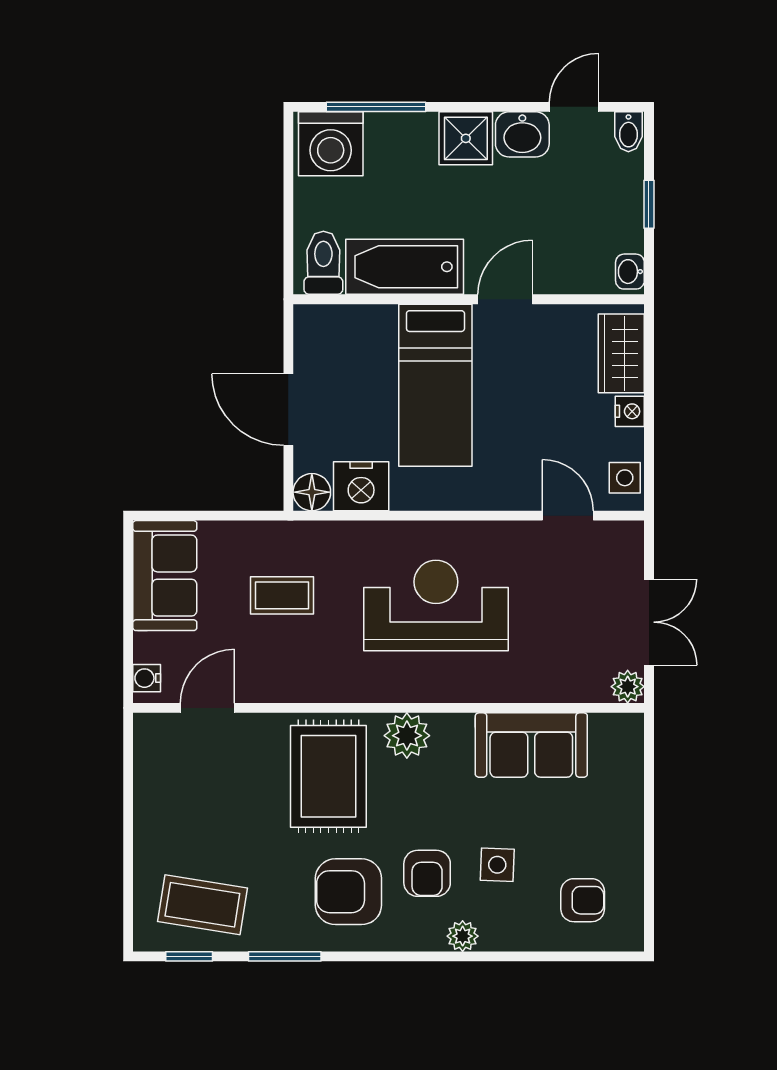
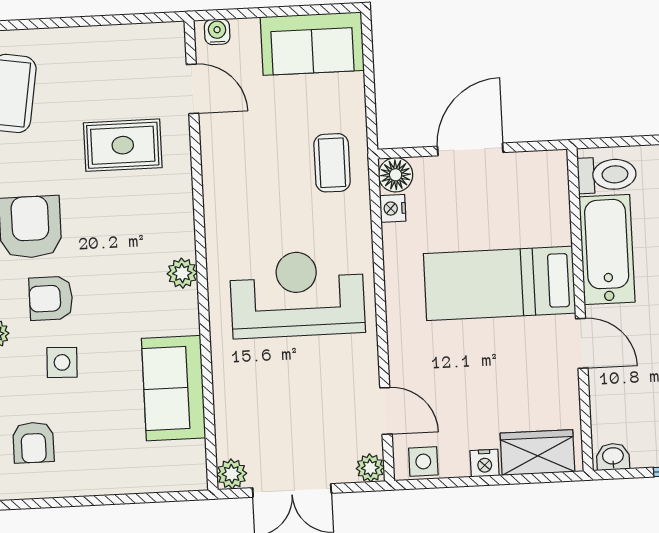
nightstand: (361, 486) -> (393, 208), width x0.53, depth x0.56
door: (568, 516) -> (386, 411), hinge flipped
plant: (629, 536) -> (370, 468), added
coffee table: (282, 595) -> (332, 163), moved
reception desk: (436, 605) -> (297, 294), turned -90
plant: (407, 736) -> (182, 273), width x0.73, depth x0.73
rug: (328, 776) -> (123, 145), moved, width x0.73, depth x0.70

